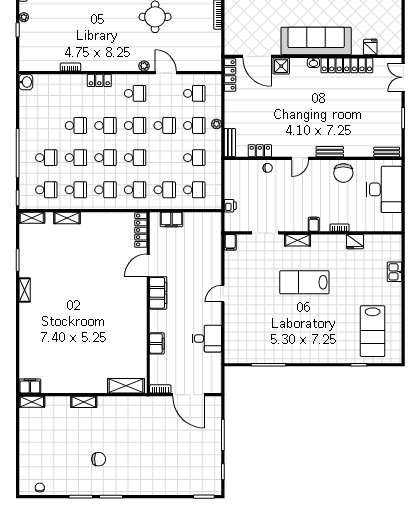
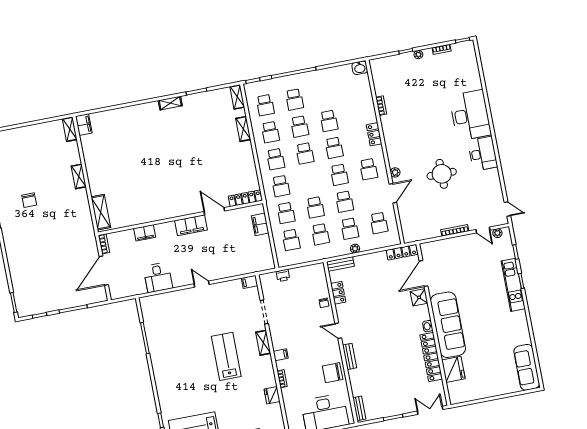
fridge: (370, 47) -> (453, 369), width x1.88, depth x1.34
school desk: (135, 158) -> (315, 207), moved

